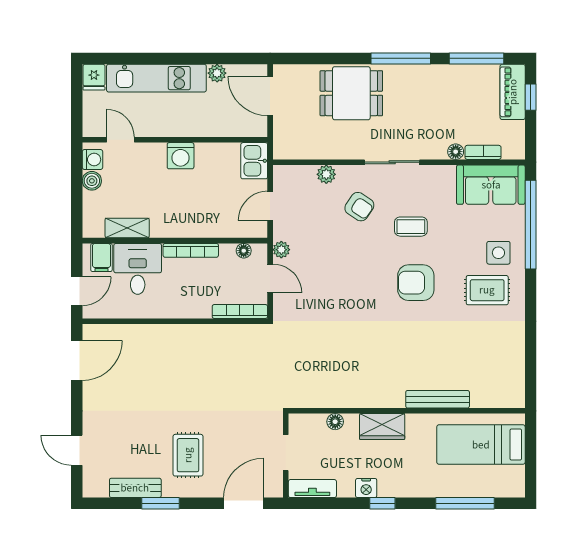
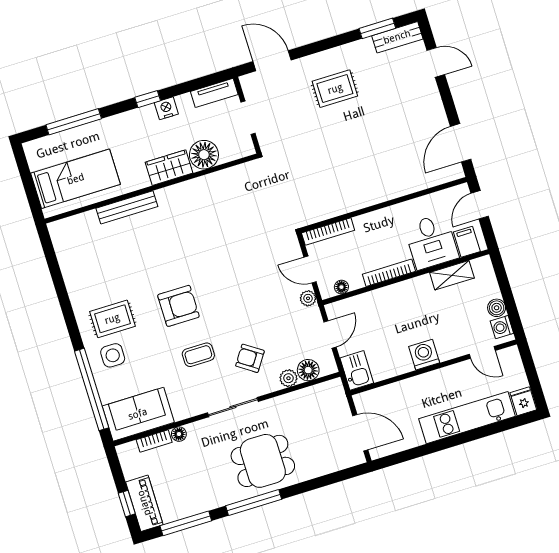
plant: (217, 73) -> (414, 439), removed
dining table: (351, 93) -> (263, 461), moved
floor lamp: (304, 176) -> (308, 370), added
floor lamp: (335, 422) -> (204, 155), width x1.89, depth x1.89
rug: (188, 455) -> (335, 89), turned 90
bench: (135, 488) -> (397, 37), moved
window: (161, 503) -> (377, 28), moved
door: (243, 503) -> (272, 61), swing flipped

